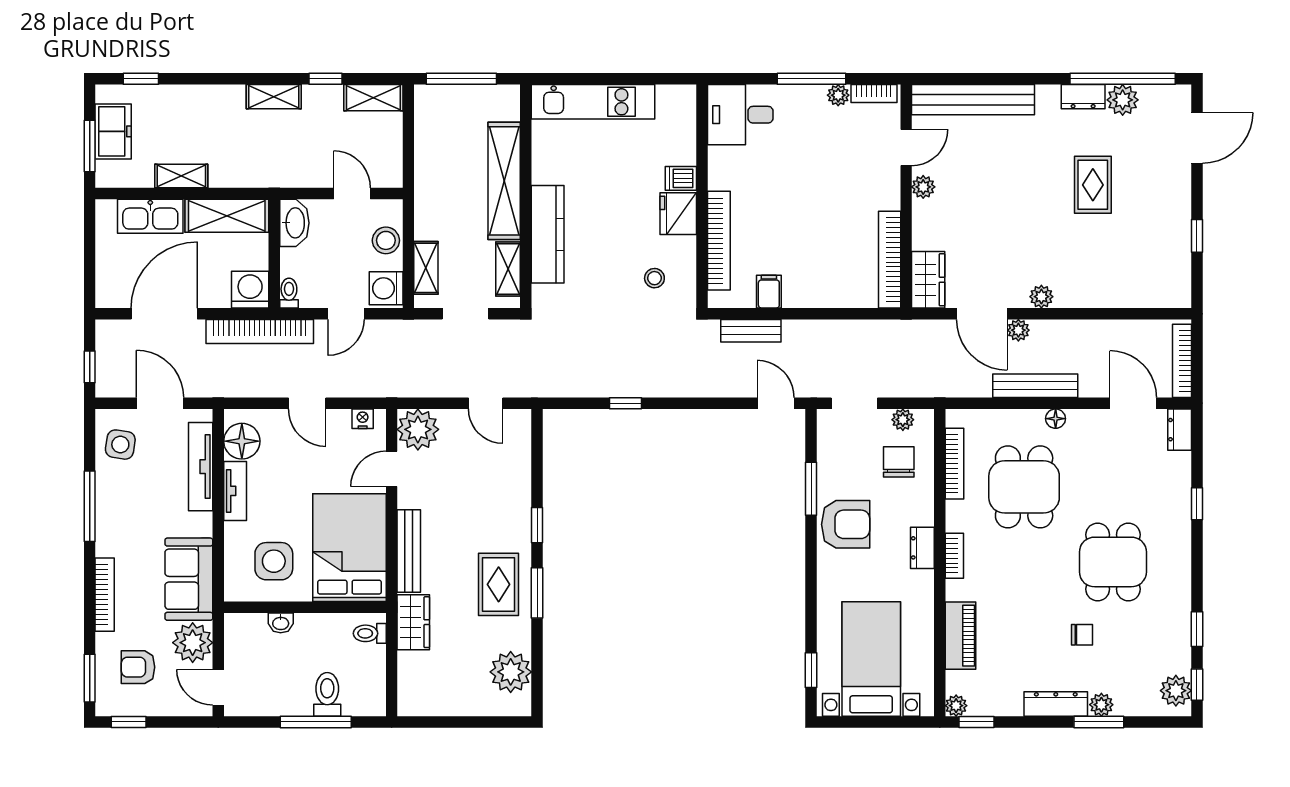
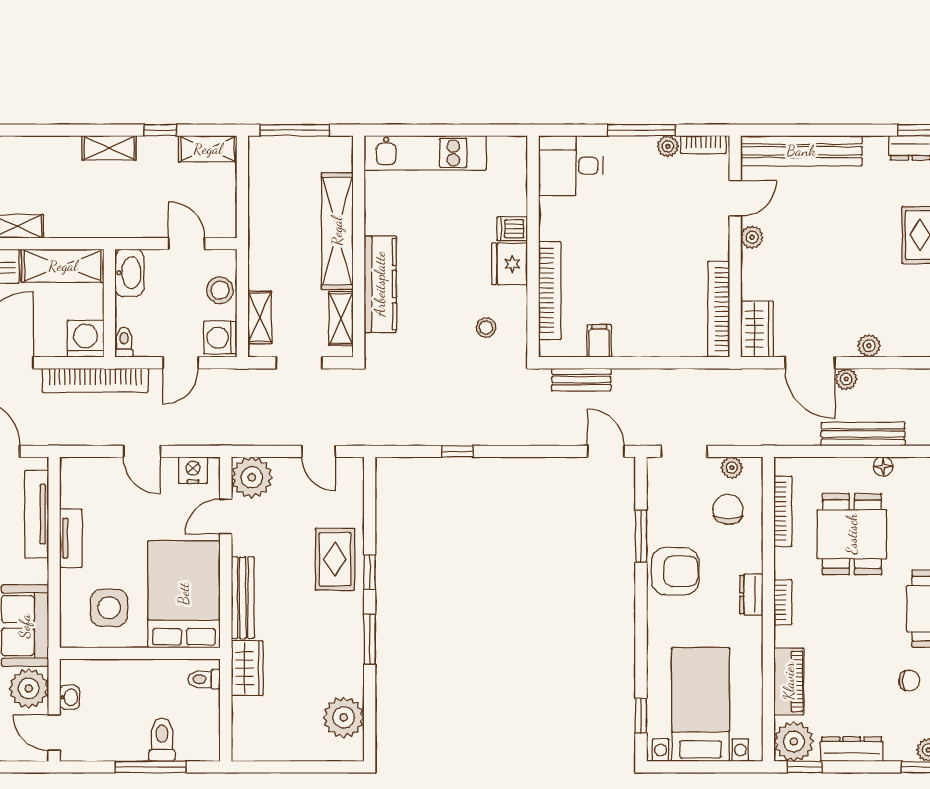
nightstand: (363, 419) -> (193, 470), width x1.39, depth x1.35
floor lamp: (242, 441) -> (77, 489), removed
rug: (499, 584) -> (335, 559), moved
washbasin: (281, 623) -> (69, 697), moved, turned -90
dresser: (1056, 704) -> (852, 749), moved
plant: (956, 706) -> (794, 741), width x1.88, depth x1.88

